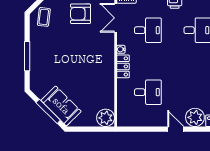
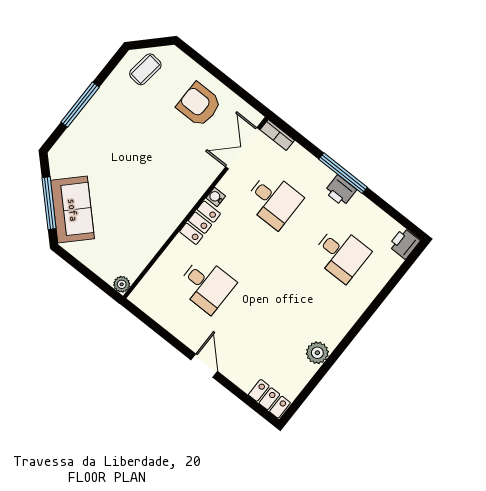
plant: (195, 117) -> (243, 370), removed
plant: (106, 118) -> (122, 284), width x0.53, depth x0.53

